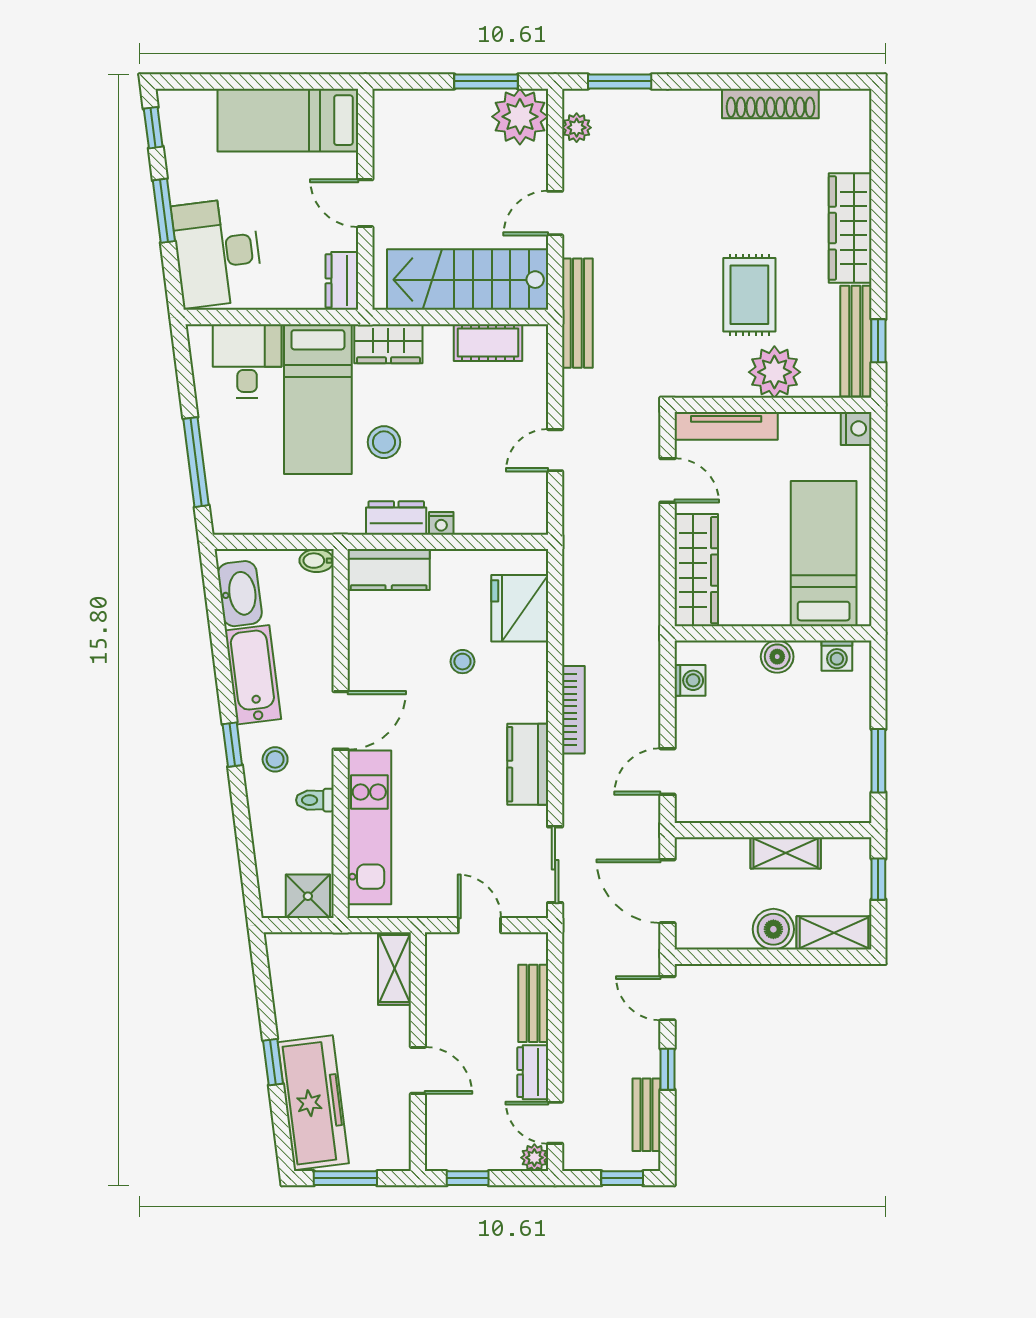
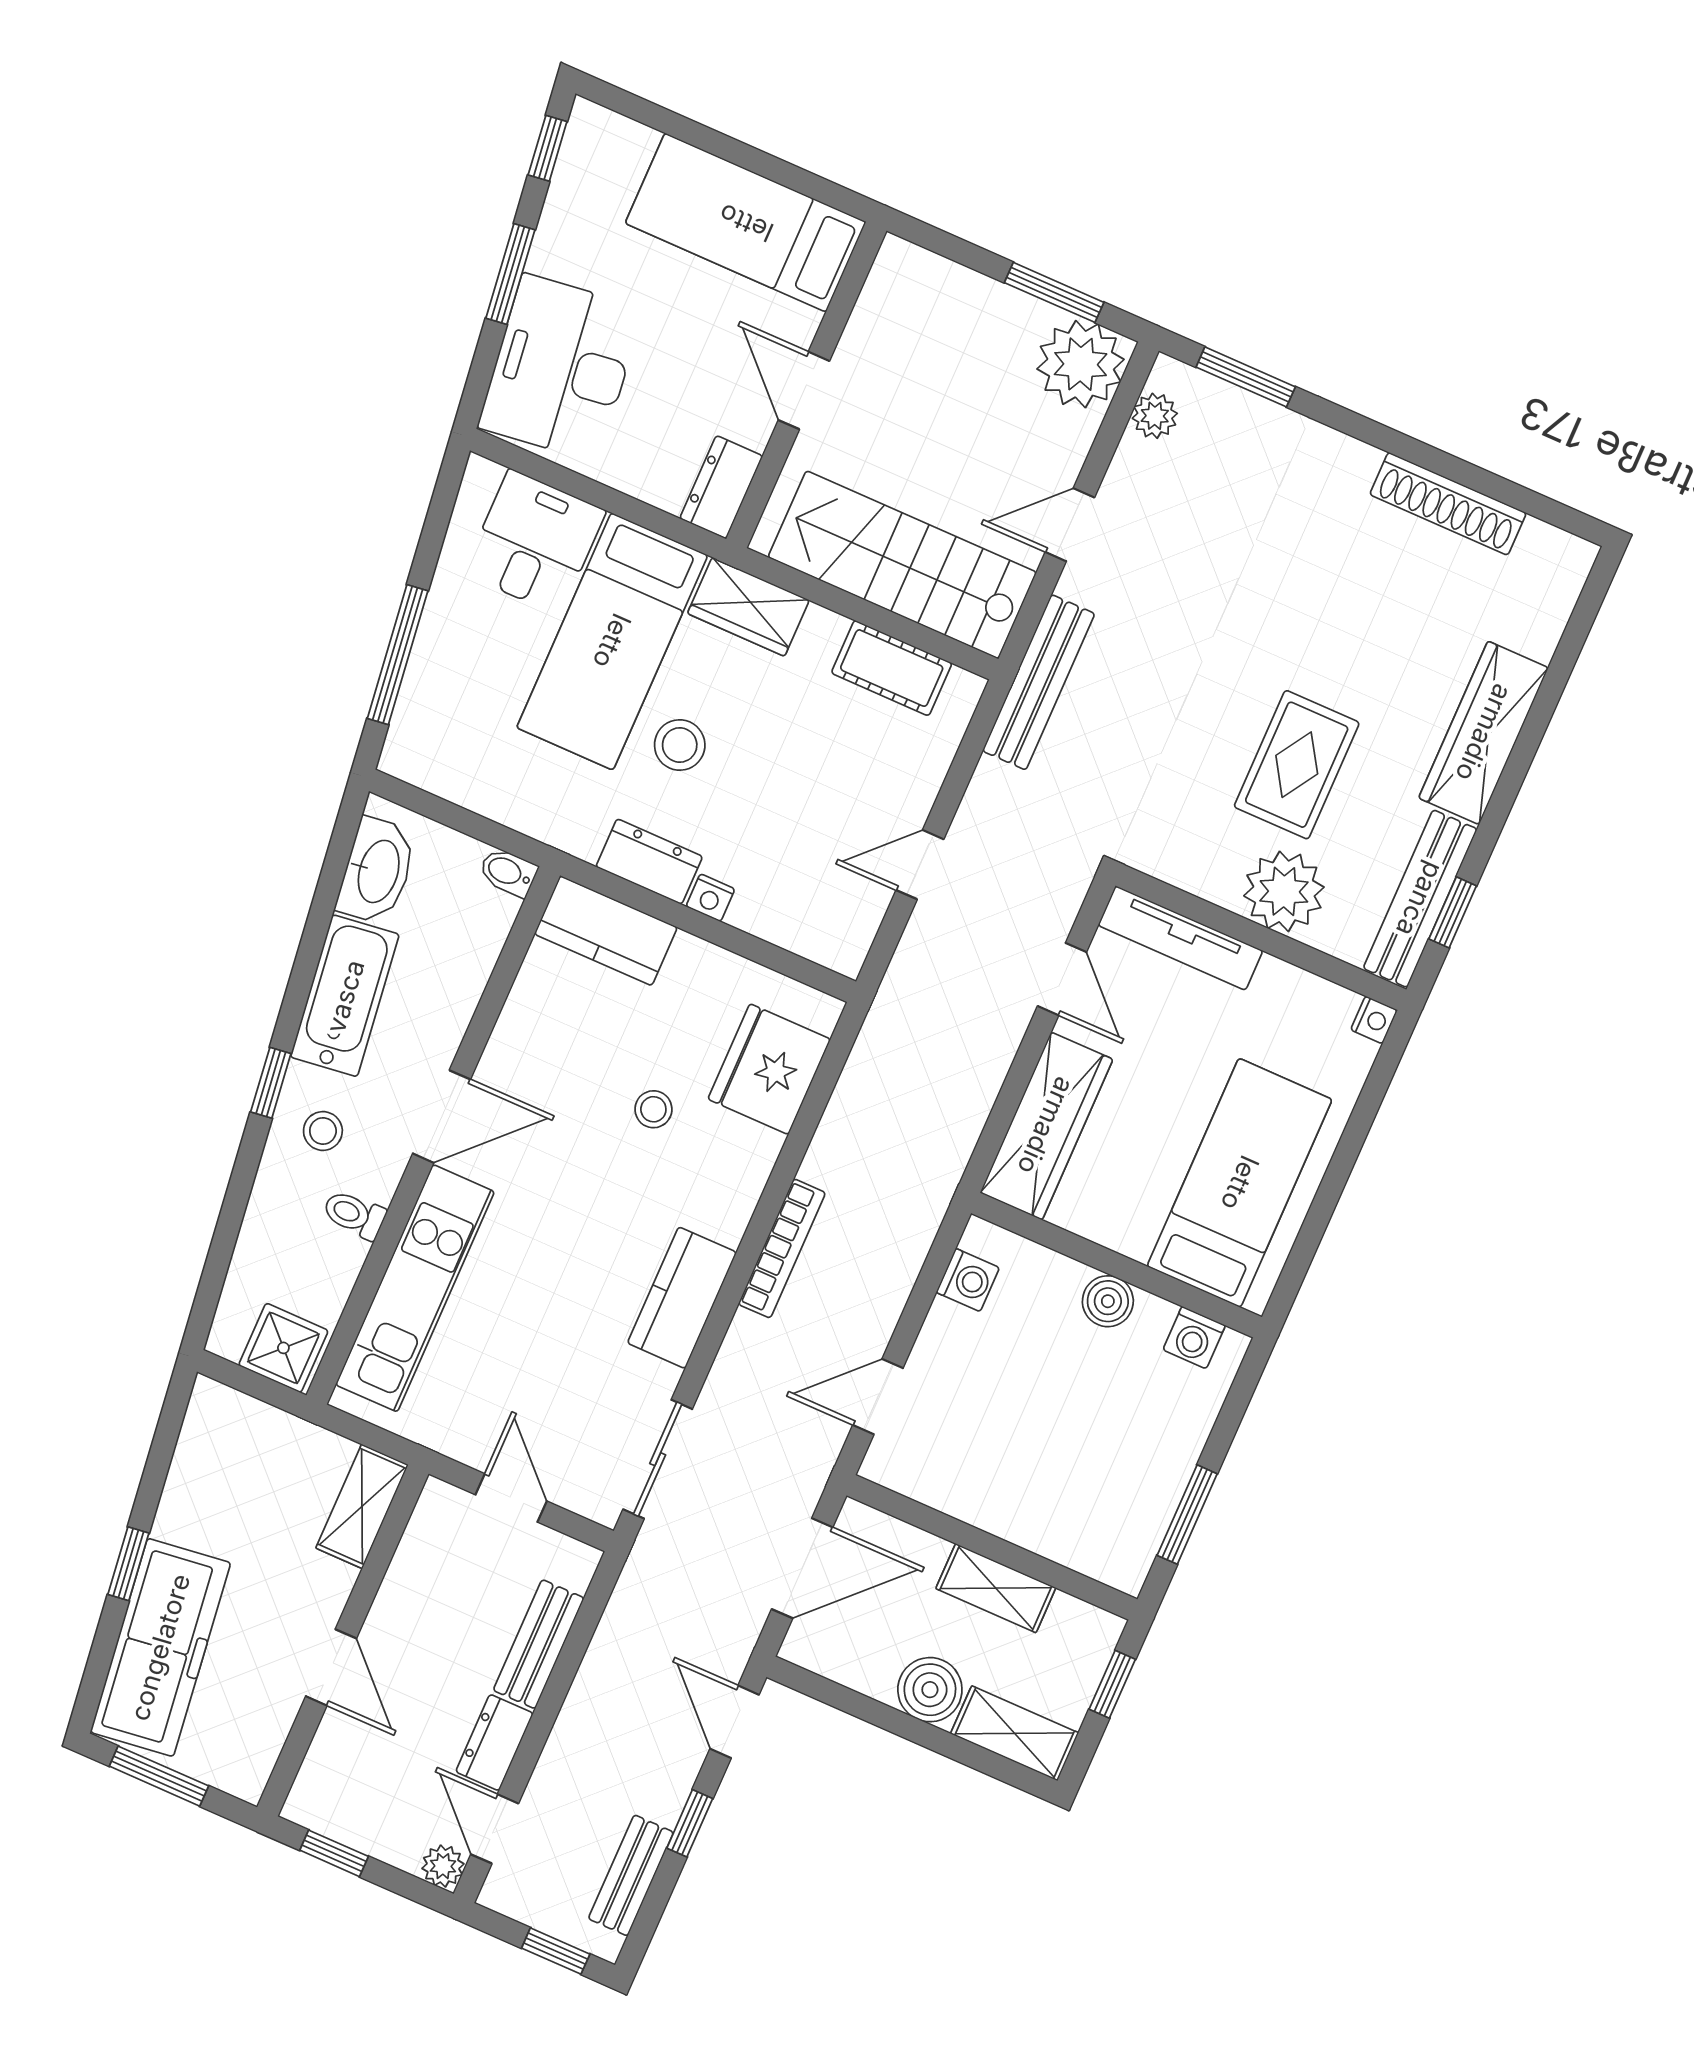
nightstand: (856, 428) -> (1374, 1020), width x0.72, depth x0.74
door: (668, 891) -> (802, 1568), swing flipped

